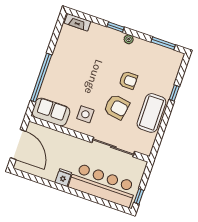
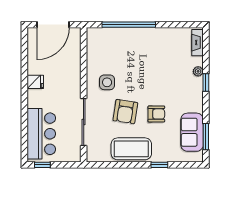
plant: (129, 39) -> (198, 71), moved
armchair: (128, 80) -> (156, 114), turned -90
sofa: (51, 112) -> (192, 132), moved, turned 180
bar counter: (103, 185) -> (41, 134), width x0.73

